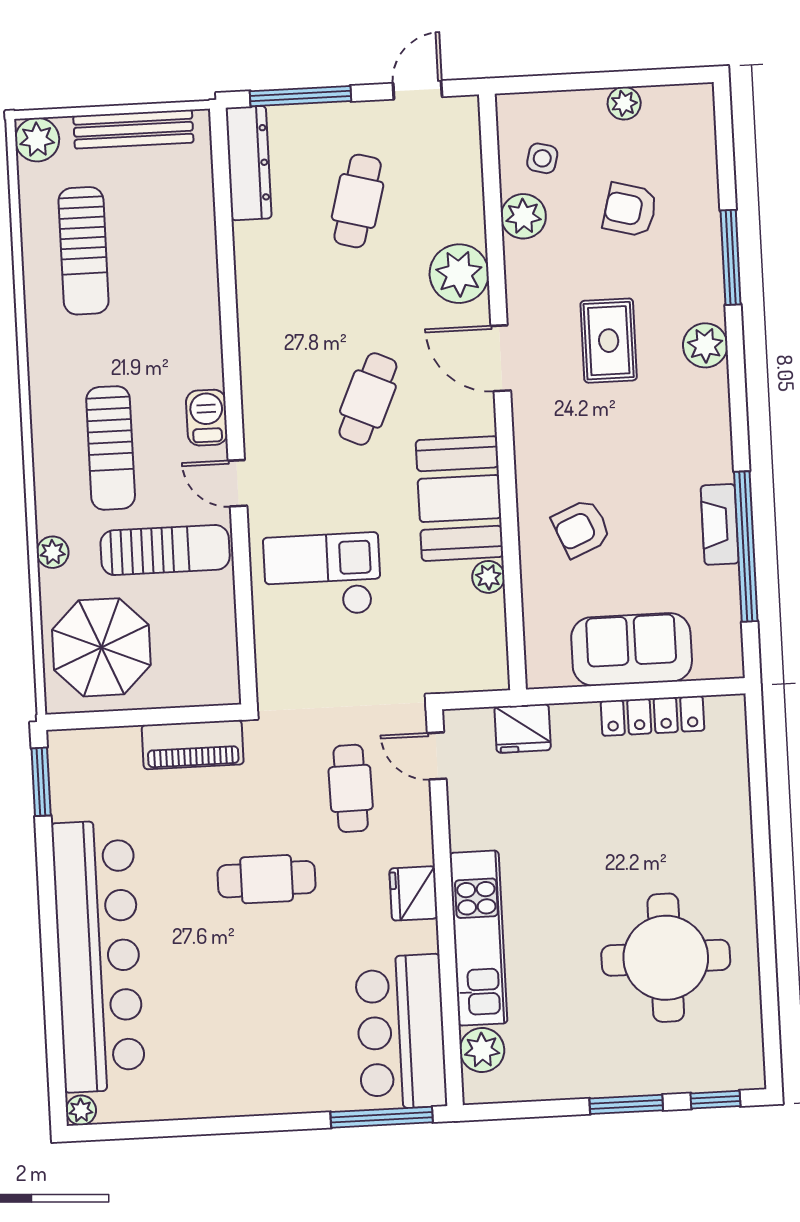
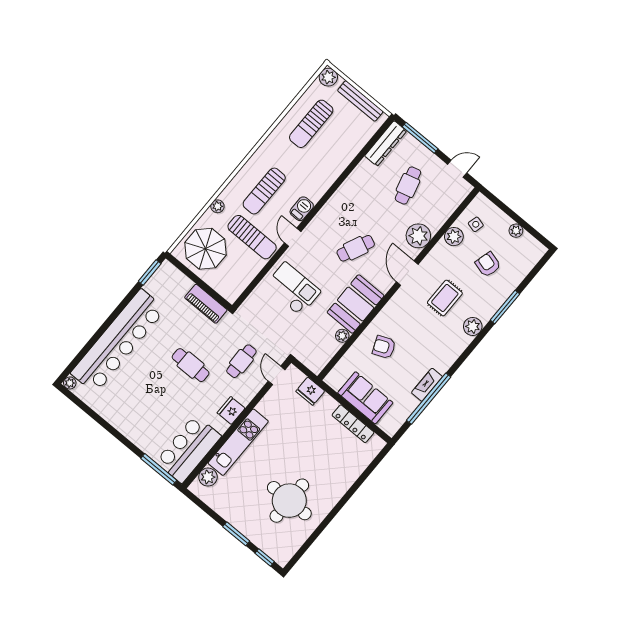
cafe table: (358, 201) -> (408, 185), turned -30

